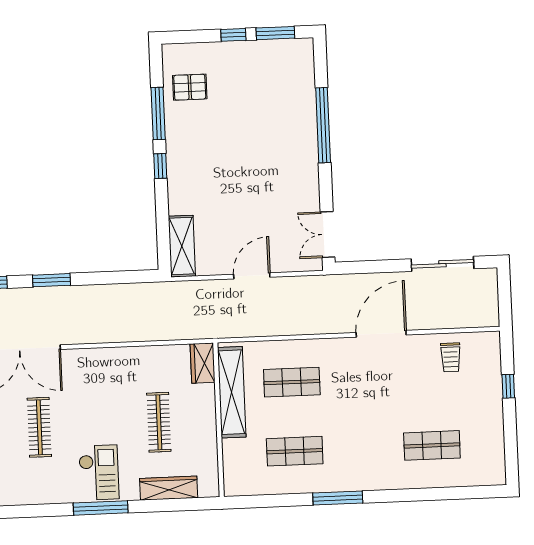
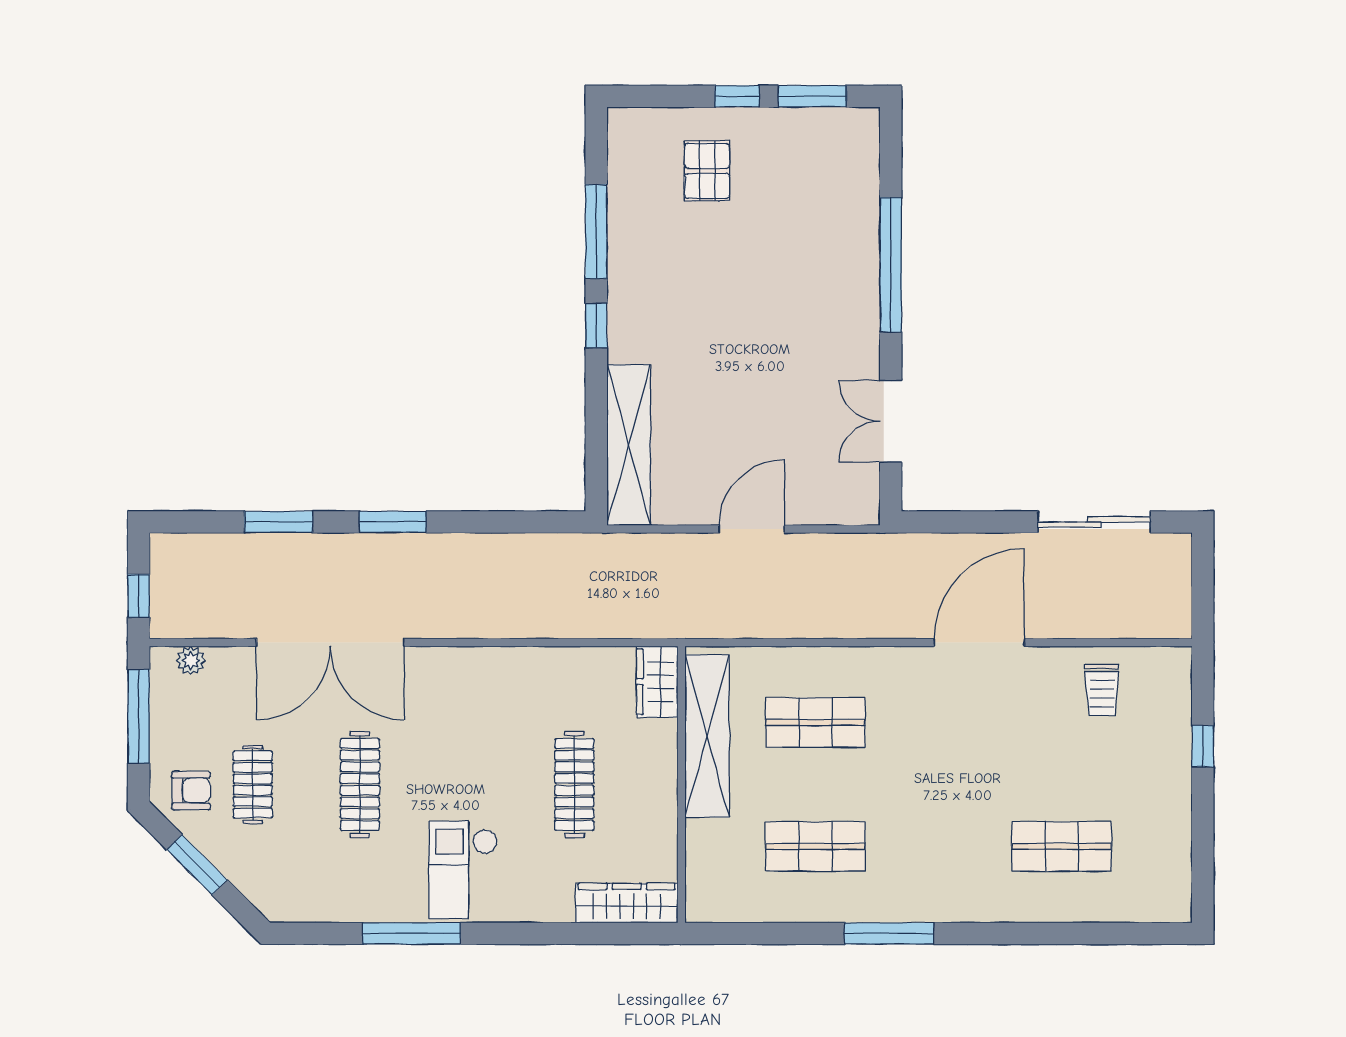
pallet: (190, 87) -> (707, 171), moved, turned 90
double door: (328, 234) -> (891, 421), moved
shelving: (182, 246) -> (629, 445), width x1.47
checkout: (99, 473) -> (463, 870), turned 180
wardrobe: (169, 488) -> (627, 903), moved
window: (101, 508) -> (412, 933), moved

